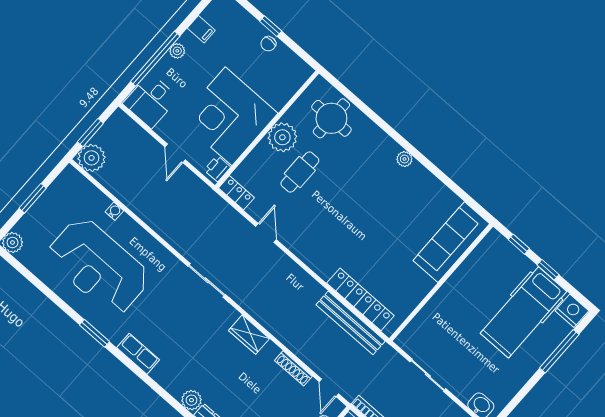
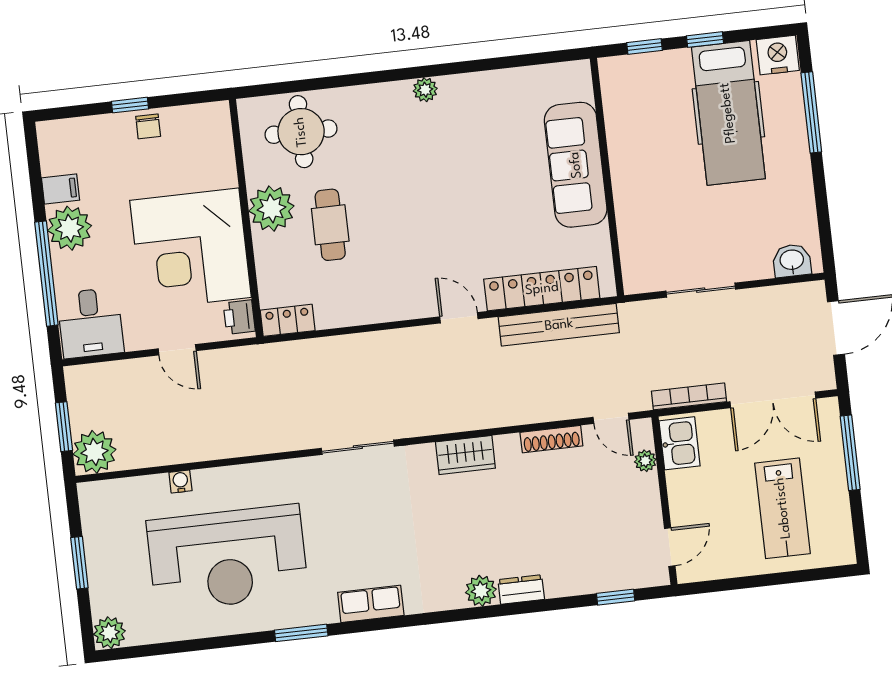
plant: (177, 51) -> (70, 228), width x1.88, depth x1.88
door: (266, 233) -> (459, 318), moved
sofa: (451, 242) -> (576, 165), moved

